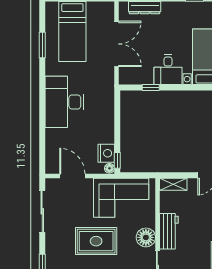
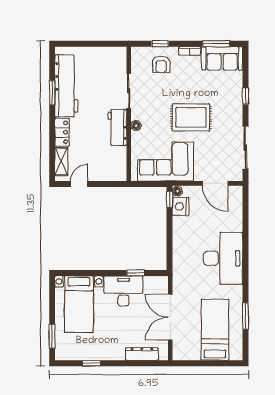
desk: (168, 70) -> (123, 291), width x1.37
shelving: (173, 184) -> (113, 175), removed
floor lamp: (146, 237) -> (136, 126), width x0.53, depth x0.53

